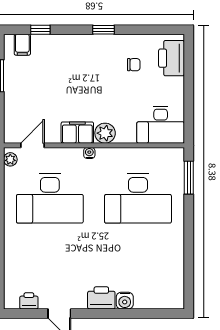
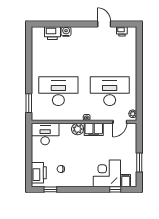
window: (103, 30) -> (50, 189), moved
corner desk: (55, 57) -> (107, 173), added
printer: (101, 298) -> (52, 33), moved

